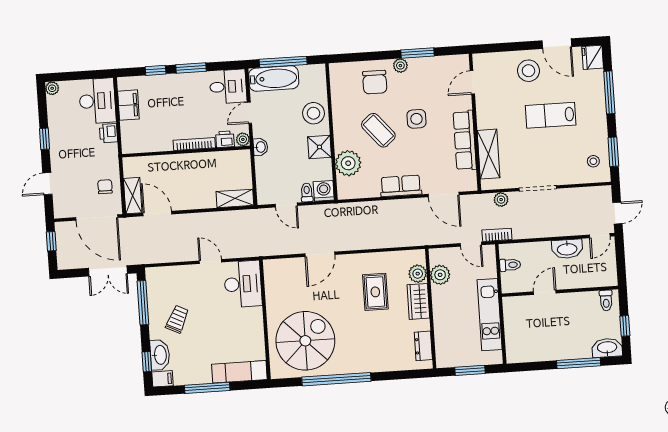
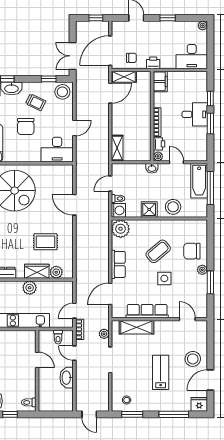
desk: (228, 87) -> (195, 114), moved, turned -90
filing cabinet: (128, 105) -> (160, 81), moved, turned -90
printer: (109, 133) -> (153, 63), moved
plant: (348, 163) -> (121, 229), moved
door: (600, 236) -> (74, 353), moved
plant: (440, 275) -> (30, 288), moved
stool: (160, 282) -> (62, 92), added
window: (143, 303) -> (49, 79), width x0.46
chair: (213, 331) -> (26, 126), added

